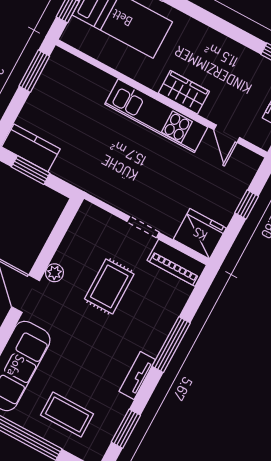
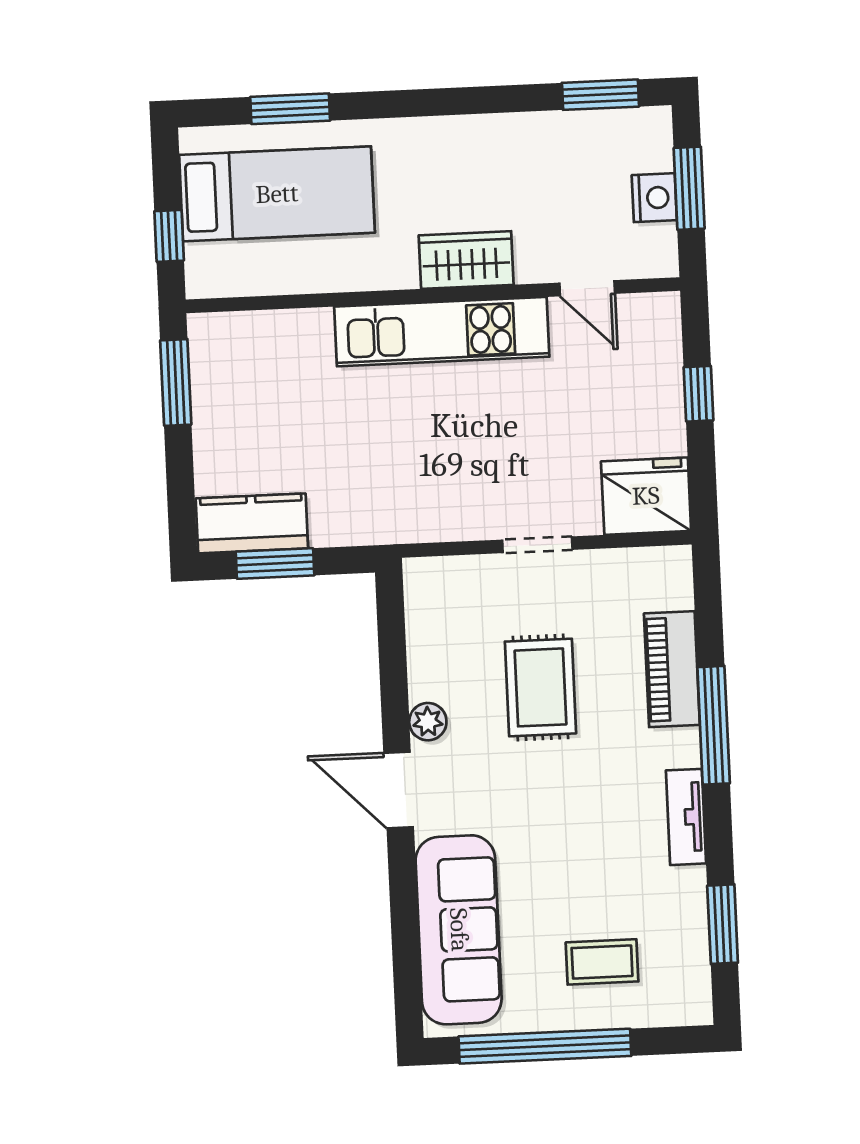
piano: (177, 263) -> (672, 669), moved, turned 90
coffee table: (67, 415) -> (602, 962), width x0.73, depth x0.77

